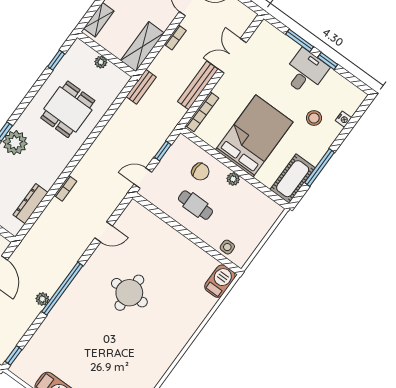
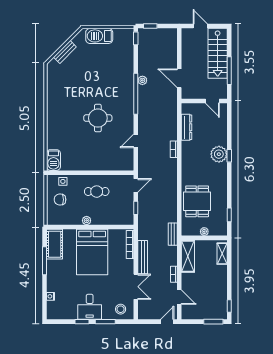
dining table: (68, 109) -> (197, 201), moved
stool: (314, 118) -> (121, 309), moved
chair: (200, 172) -> (60, 200), moved

